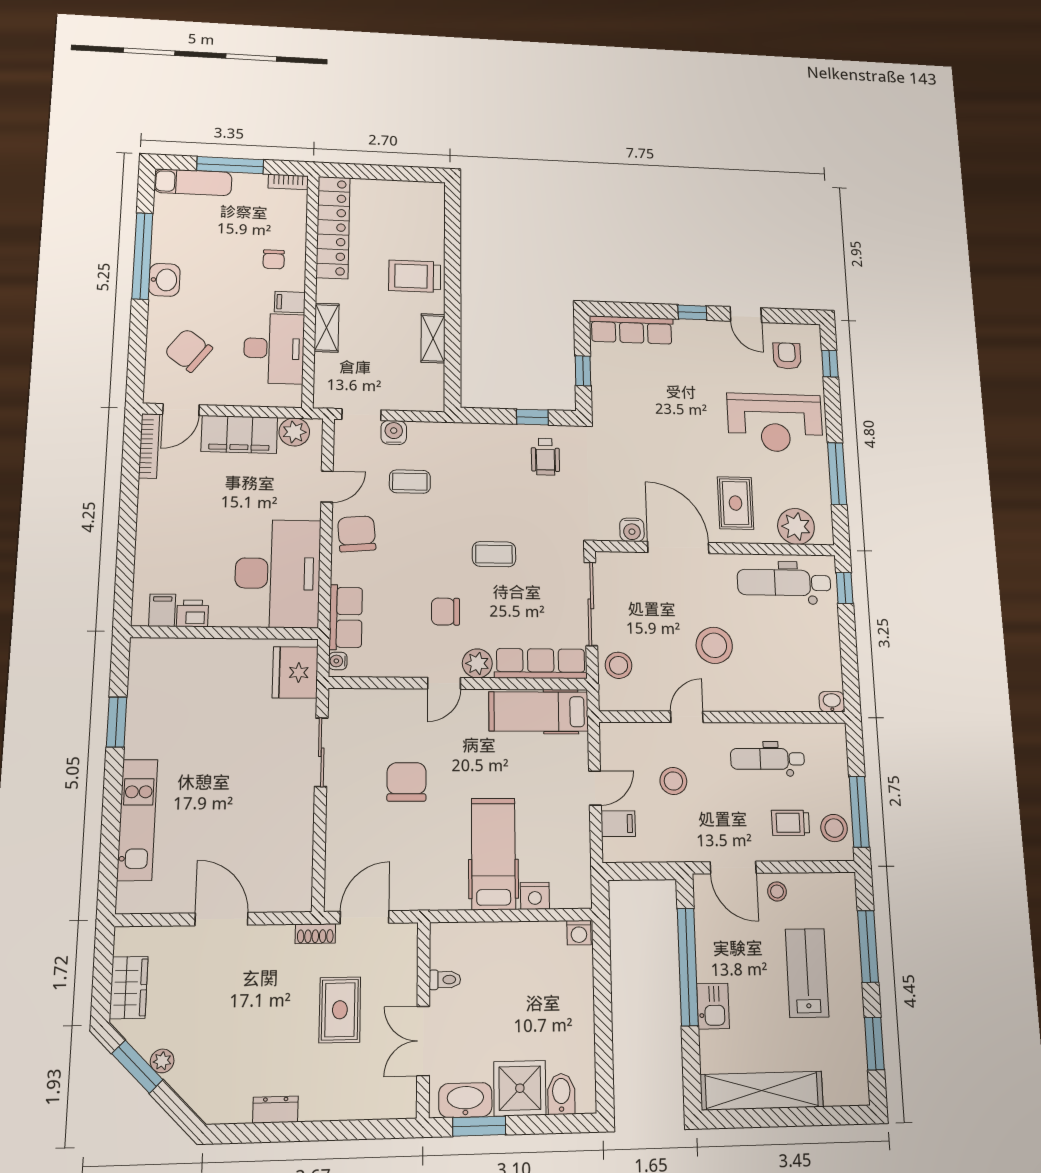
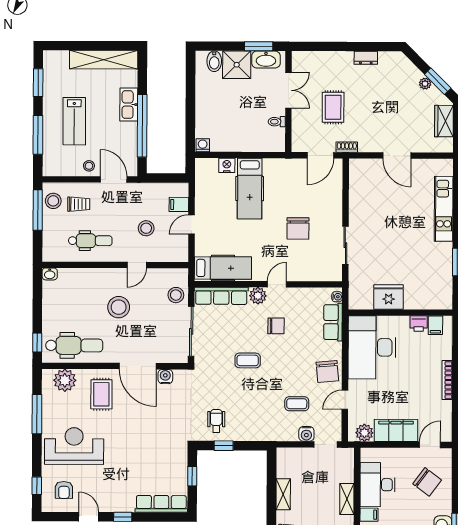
bookcase: (149, 446) -> (447, 380), moved
fridge: (295, 672) -> (389, 297), moved, turned -90
kitchen sink: (713, 1006) -> (129, 105), width x1.38

